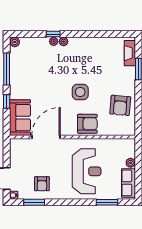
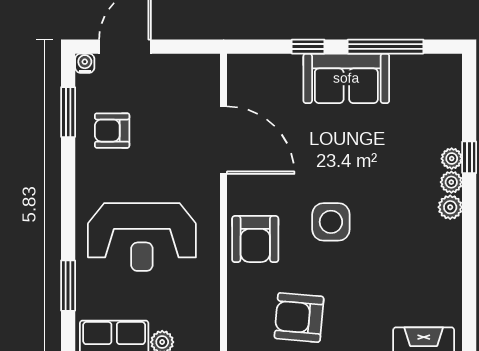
plant: (15, 42) -> (450, 207), moved
sofa: (20, 118) -> (346, 78), moved

